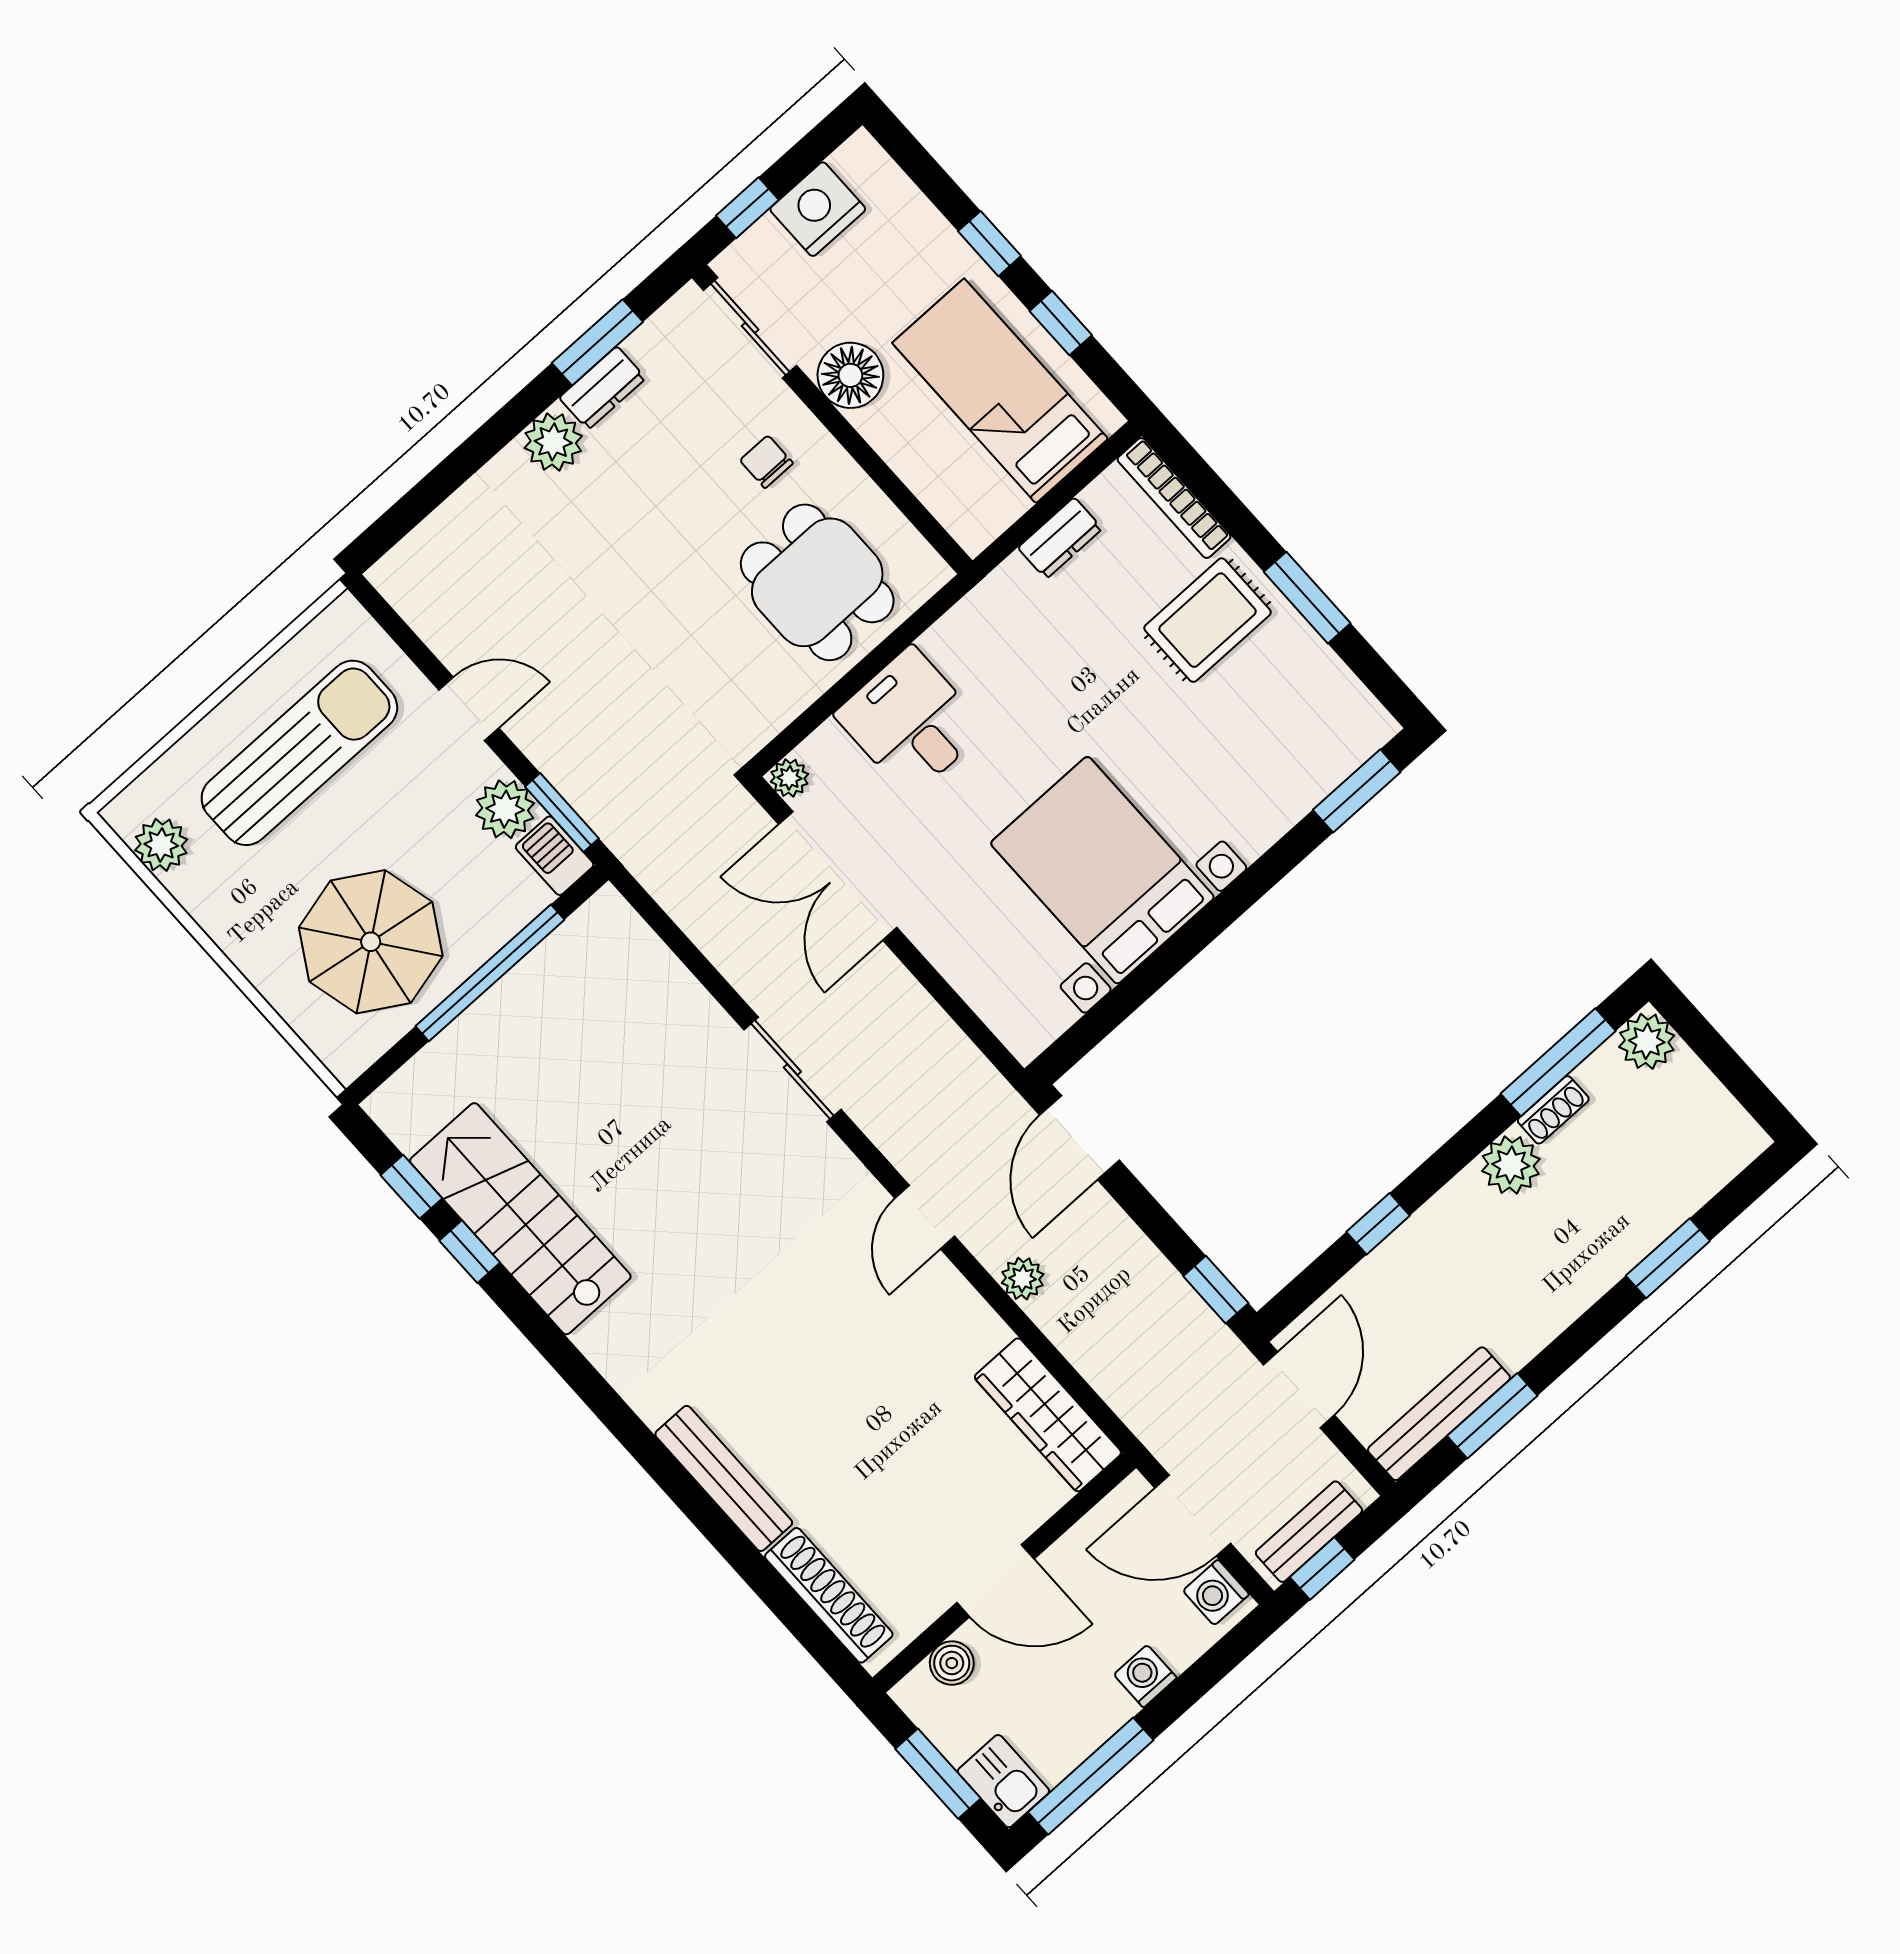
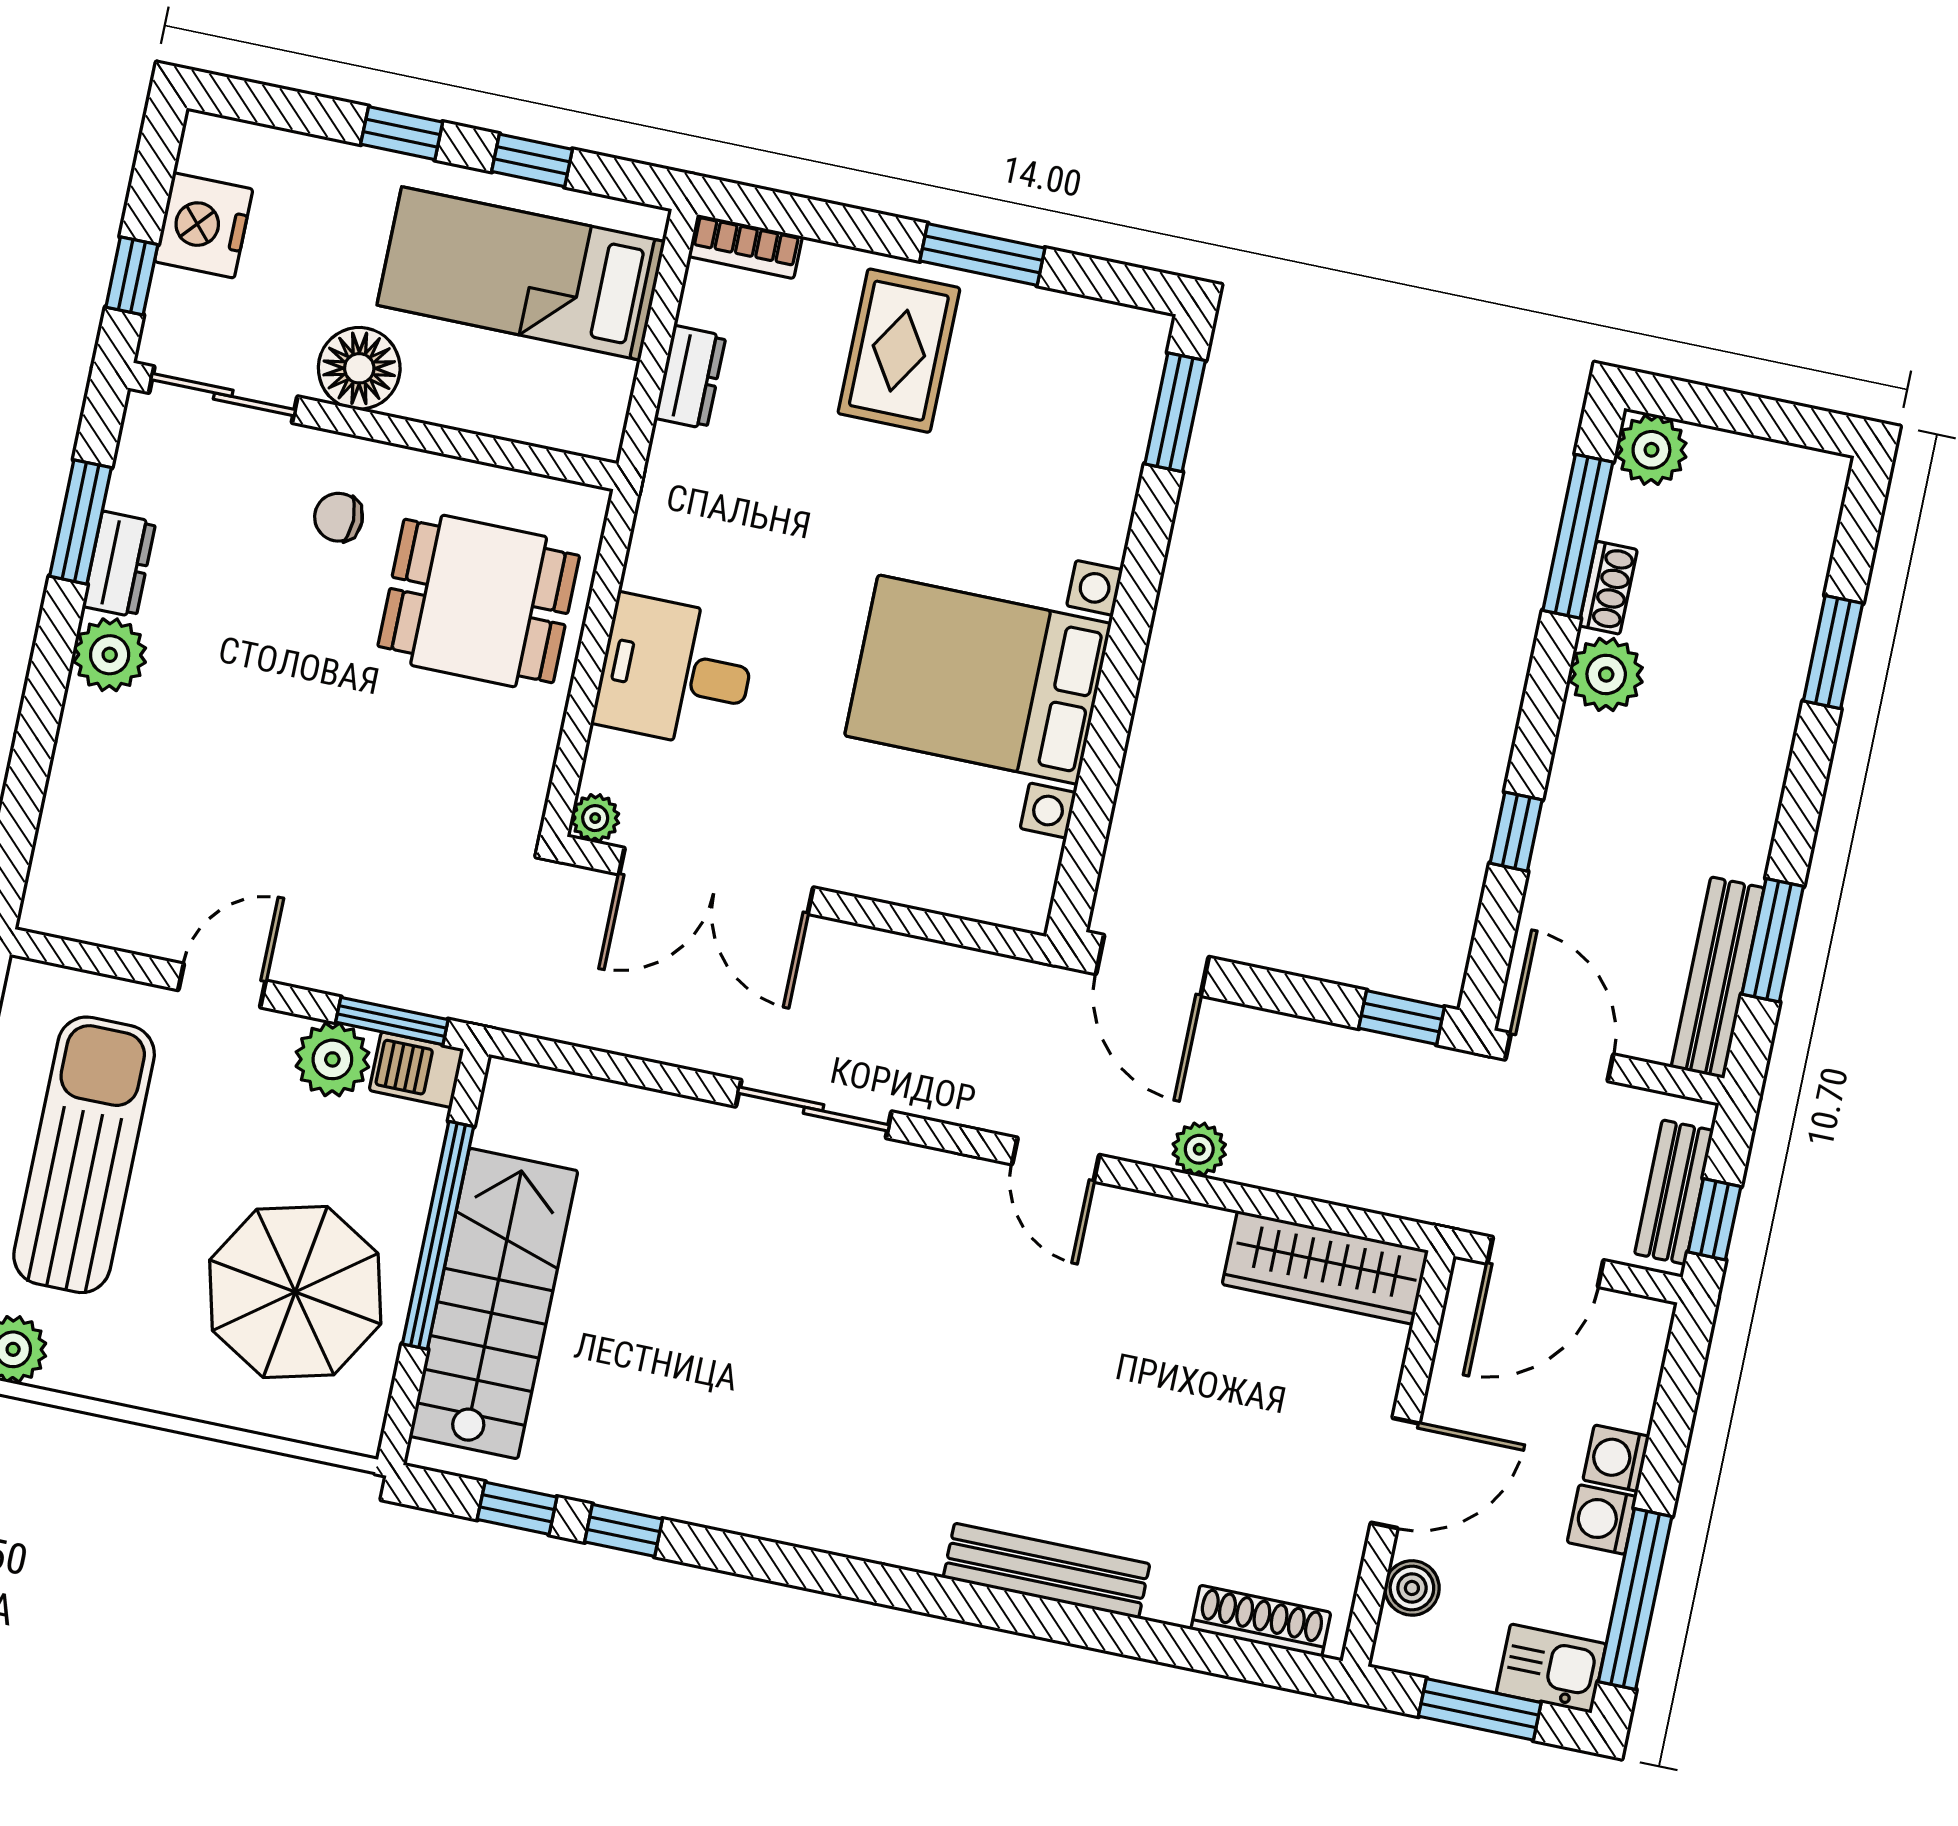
bookcase: (1174, 498) -> (745, 246), width x0.64
stairs: (520, 1219) -> (494, 1303), moved, turned 90
washing machine: (1216, 1592) -> (1602, 1520), moved, turned 90
shoe rack: (829, 1595) -> (1261, 1621), width x0.74, depth x0.81

